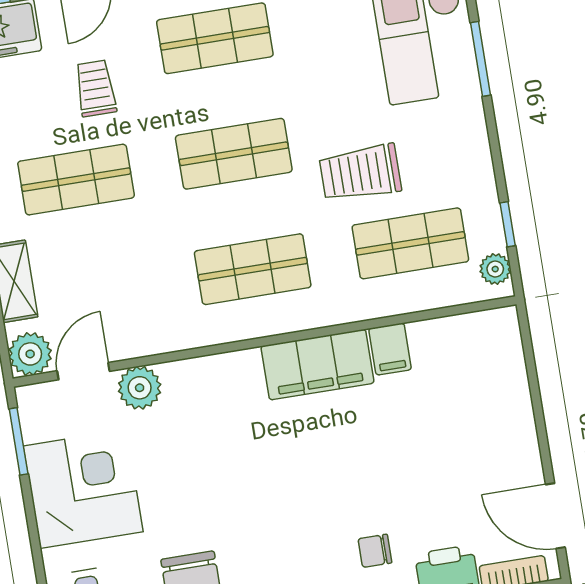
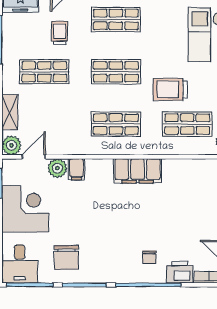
filing cabinet: (390, 349) -> (76, 169), moved
chair: (375, 551) -> (149, 257), turned -90

